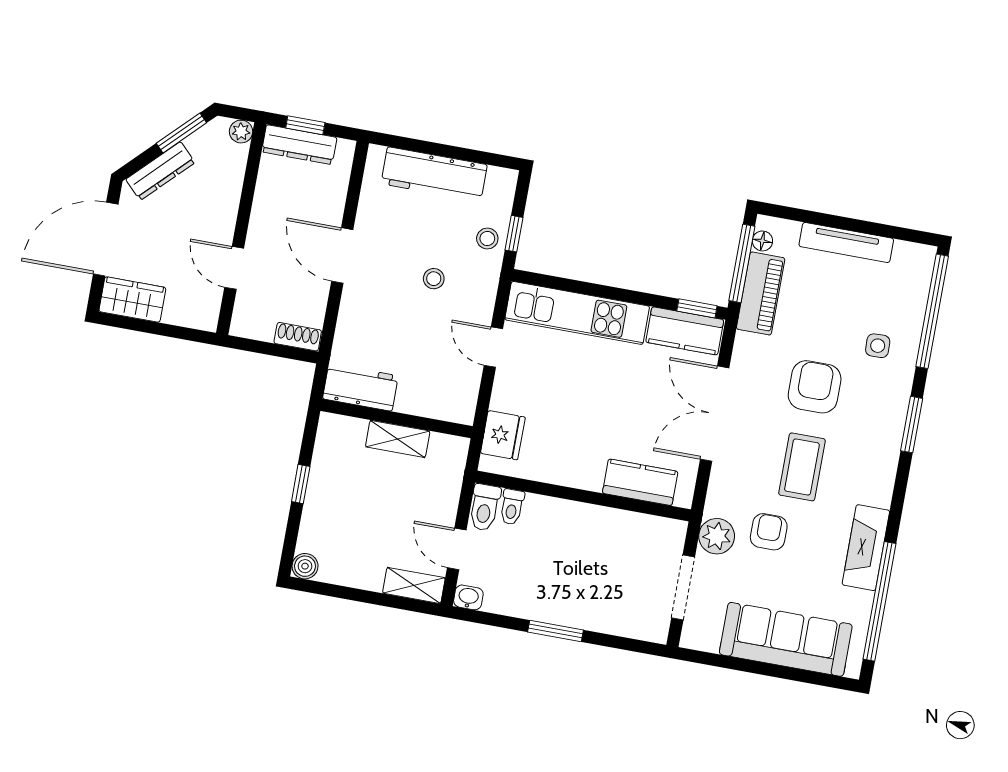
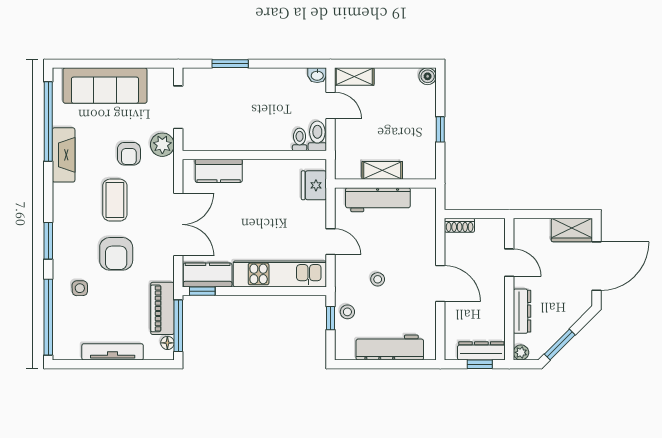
dresser: (160, 171) -> (522, 311), moved, turned 135
workbench: (360, 387) -> (378, 200), moved, width x1.37
window: (555, 631) -> (230, 64), moved

